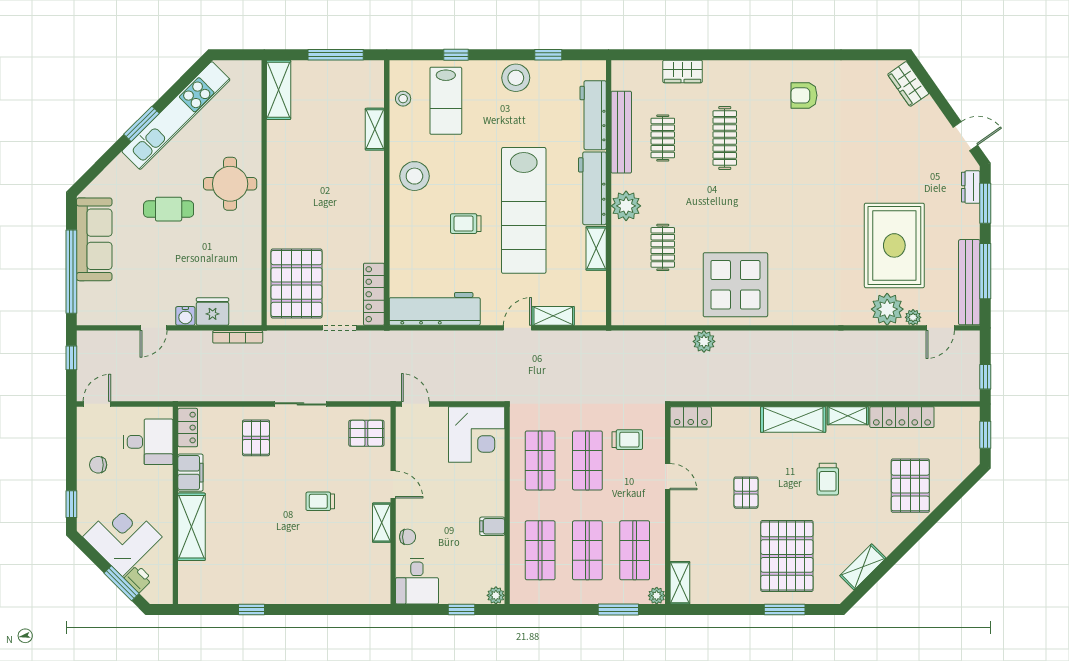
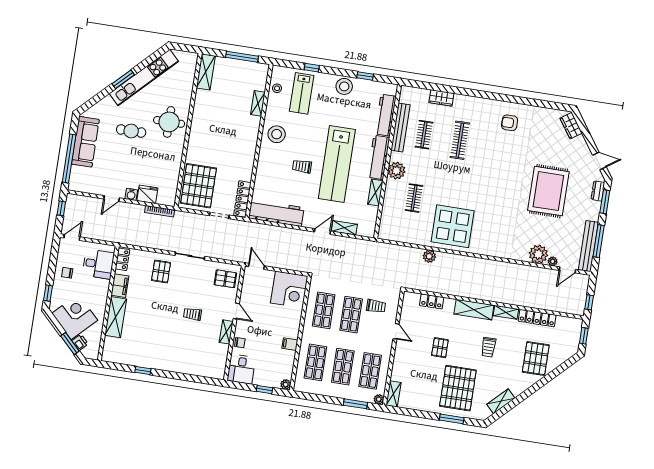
rug: (894, 245) -> (548, 191), moved
locker: (691, 417) -> (432, 301), moved

